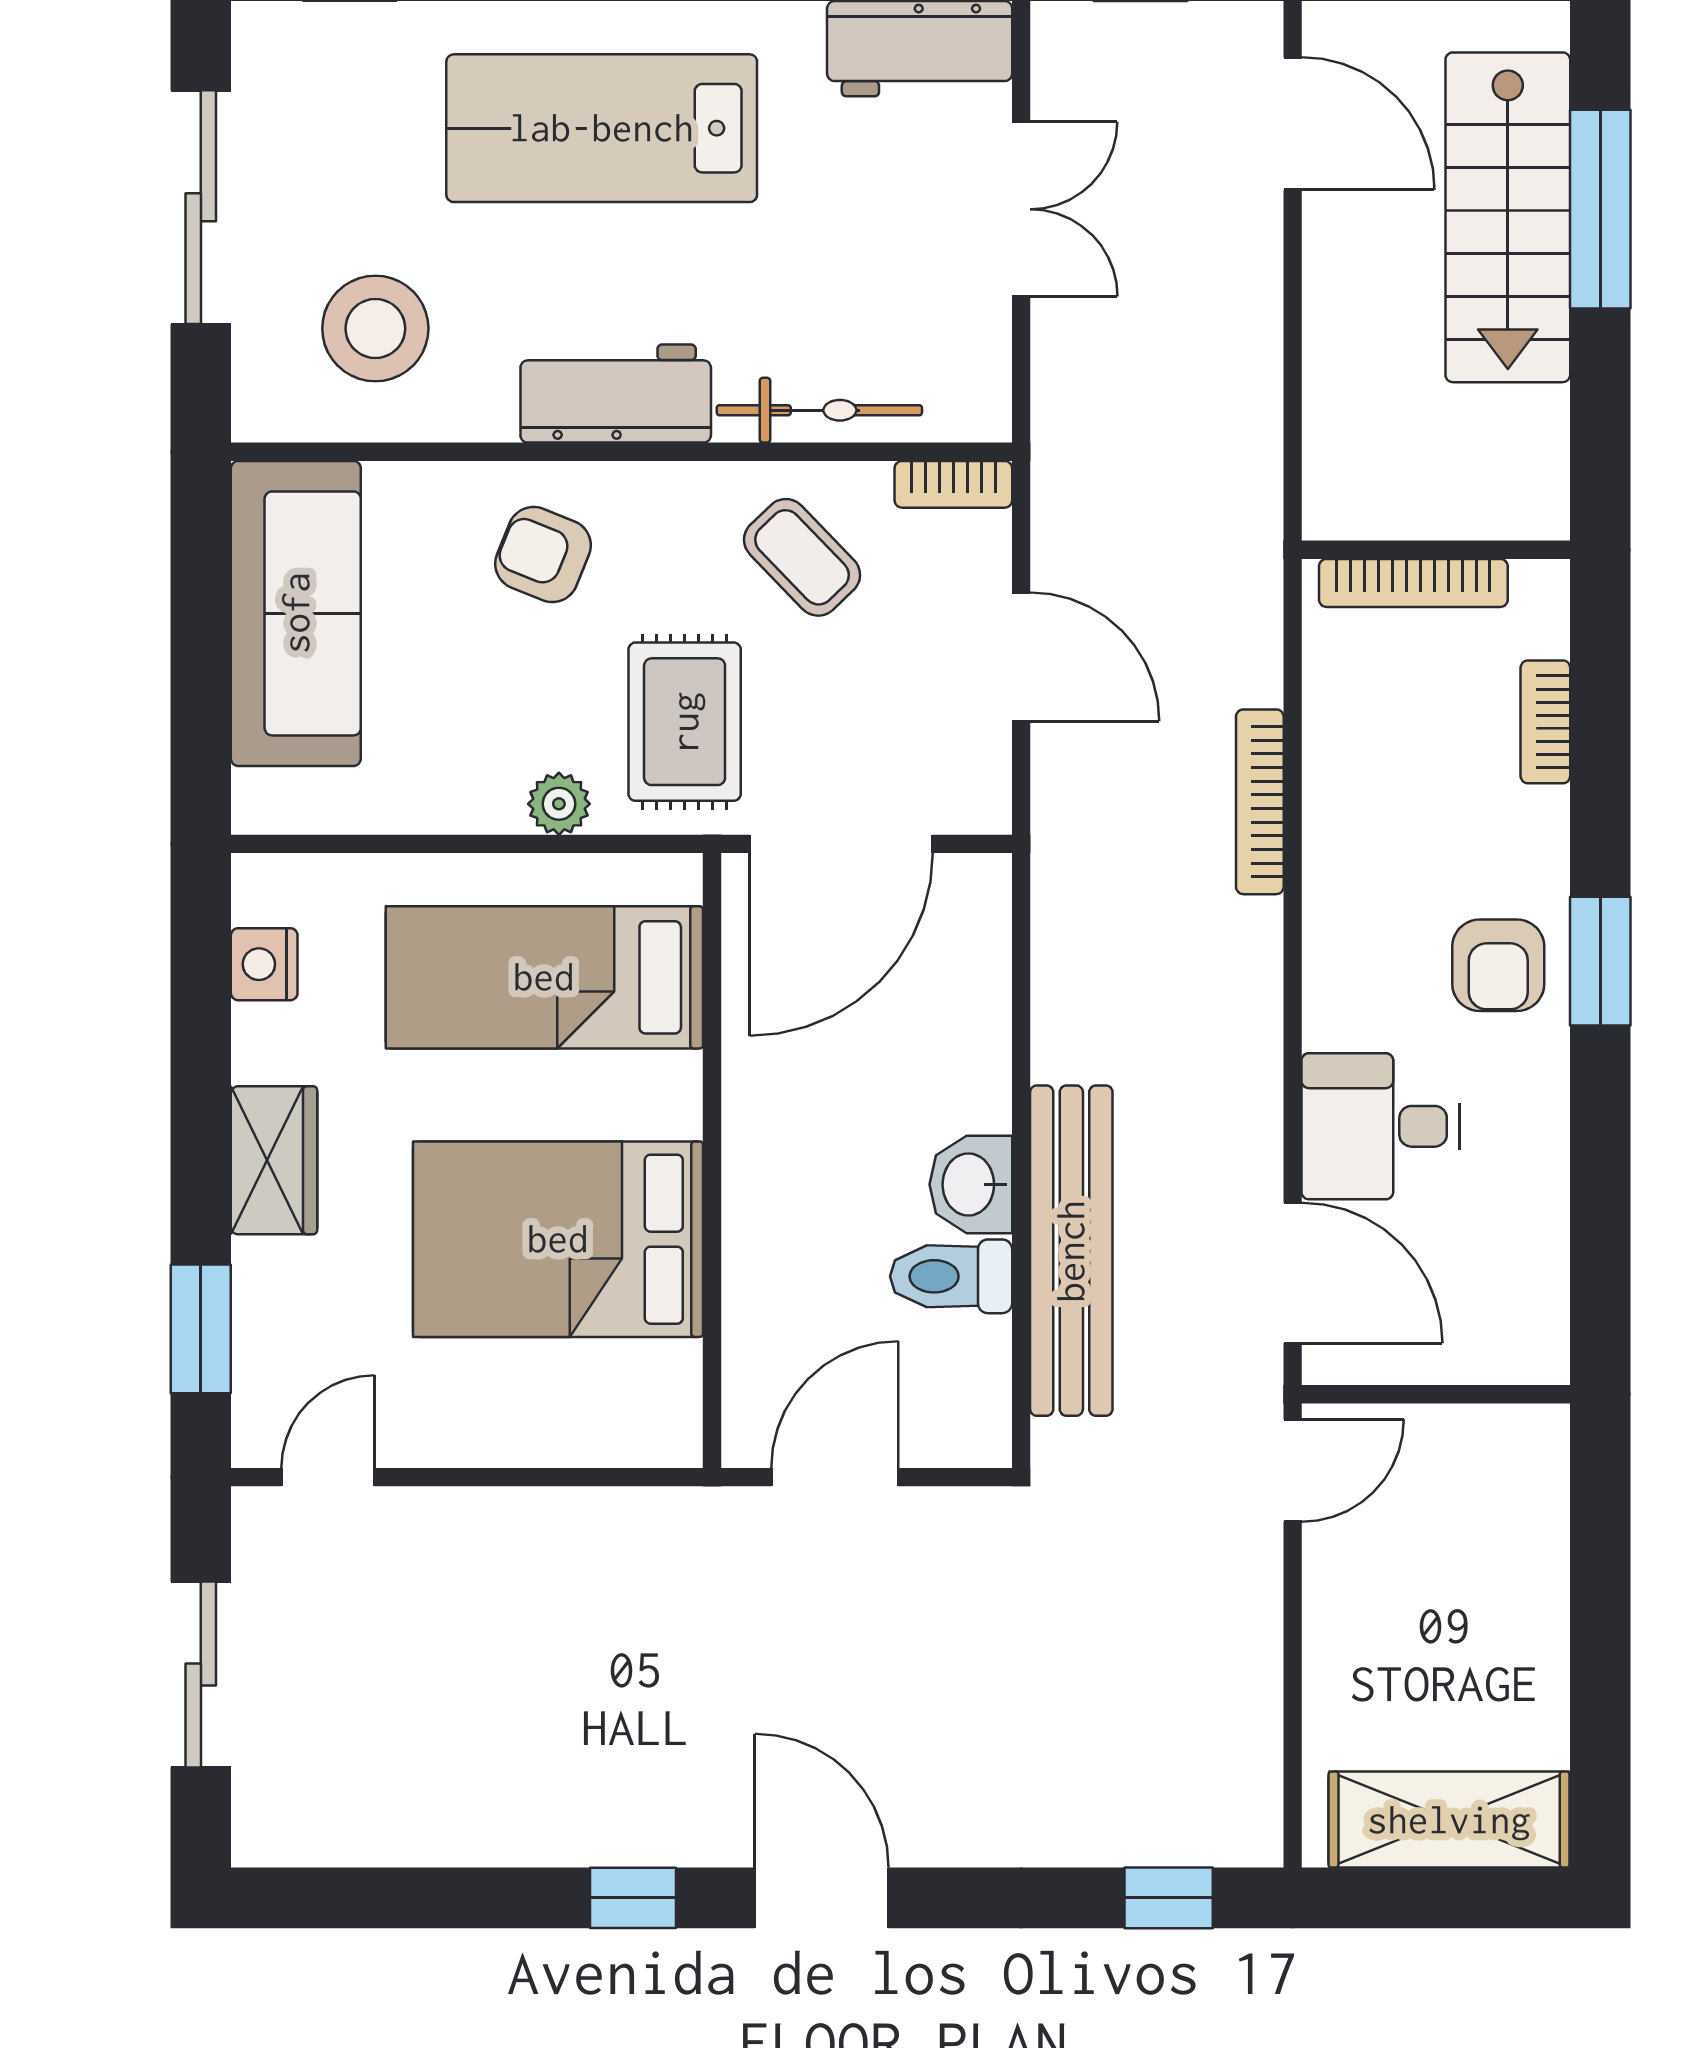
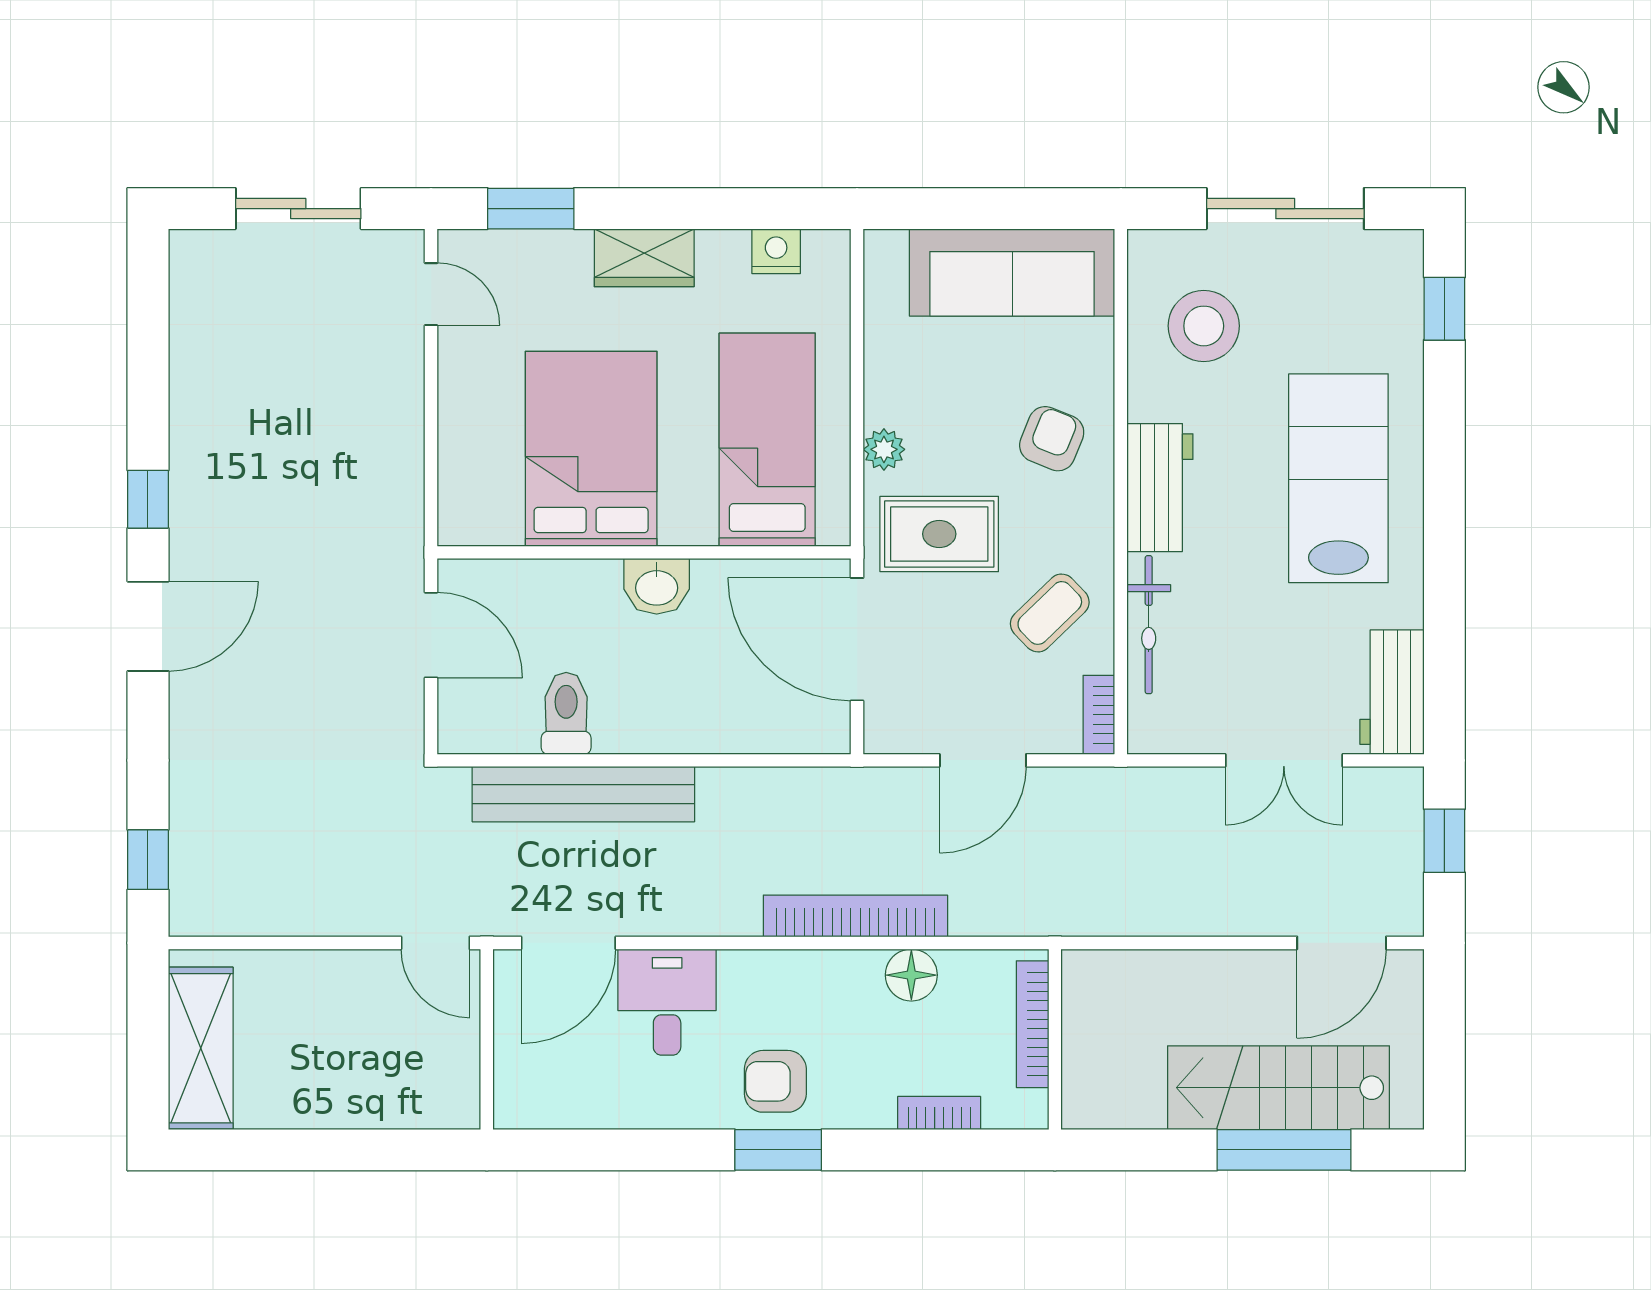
floor lamp: (1340, 763) -> (911, 975), added
bookcase: (1260, 802) -> (855, 916), width x1.48, depth x1.31
washbasin: (971, 1184) -> (657, 586), moved, turned 180

